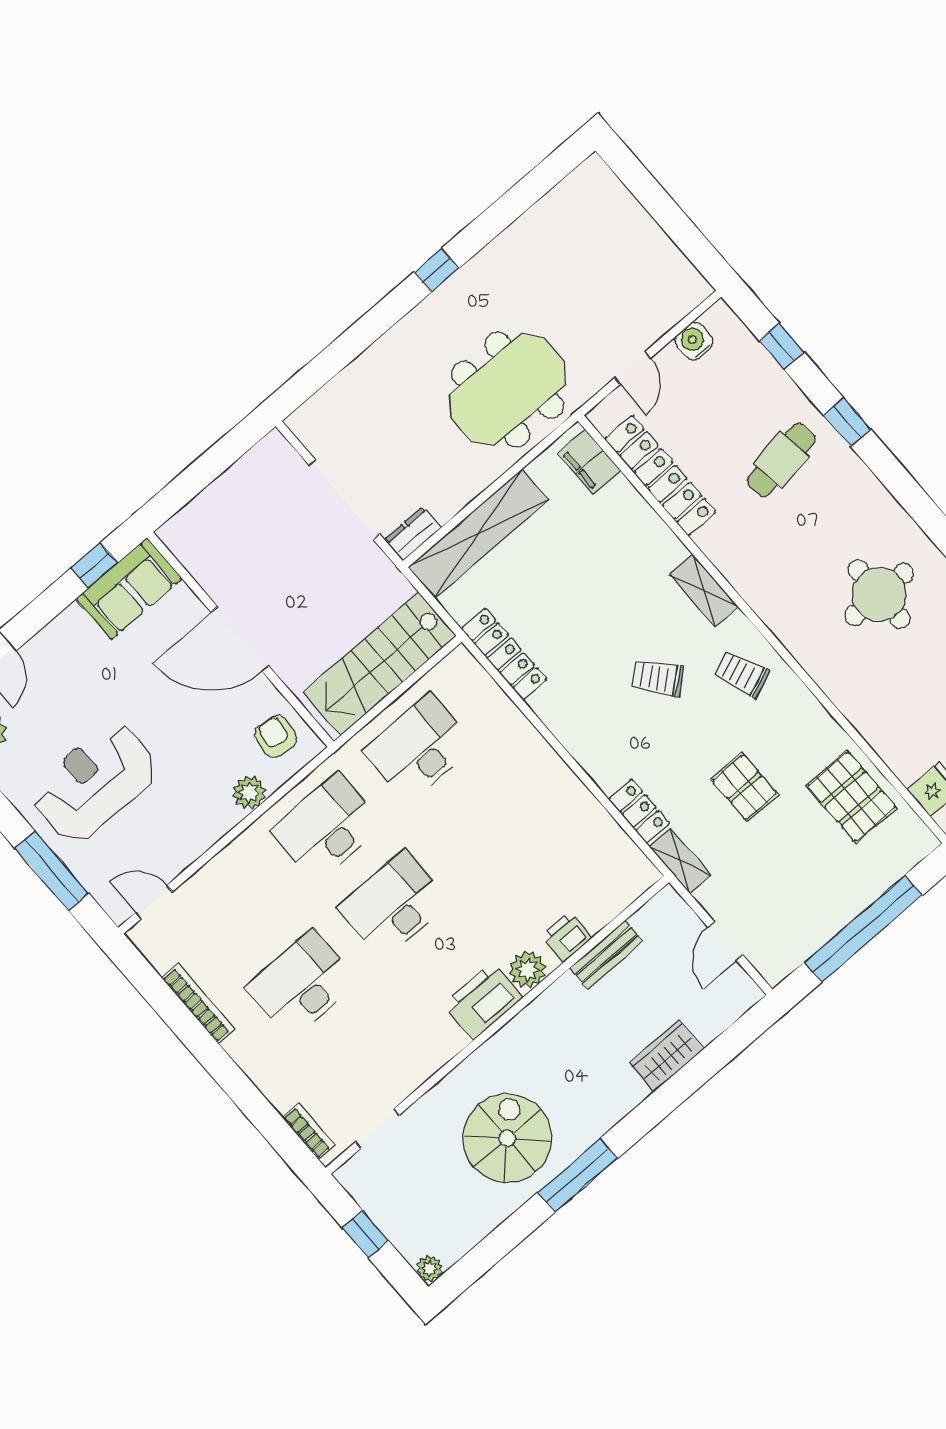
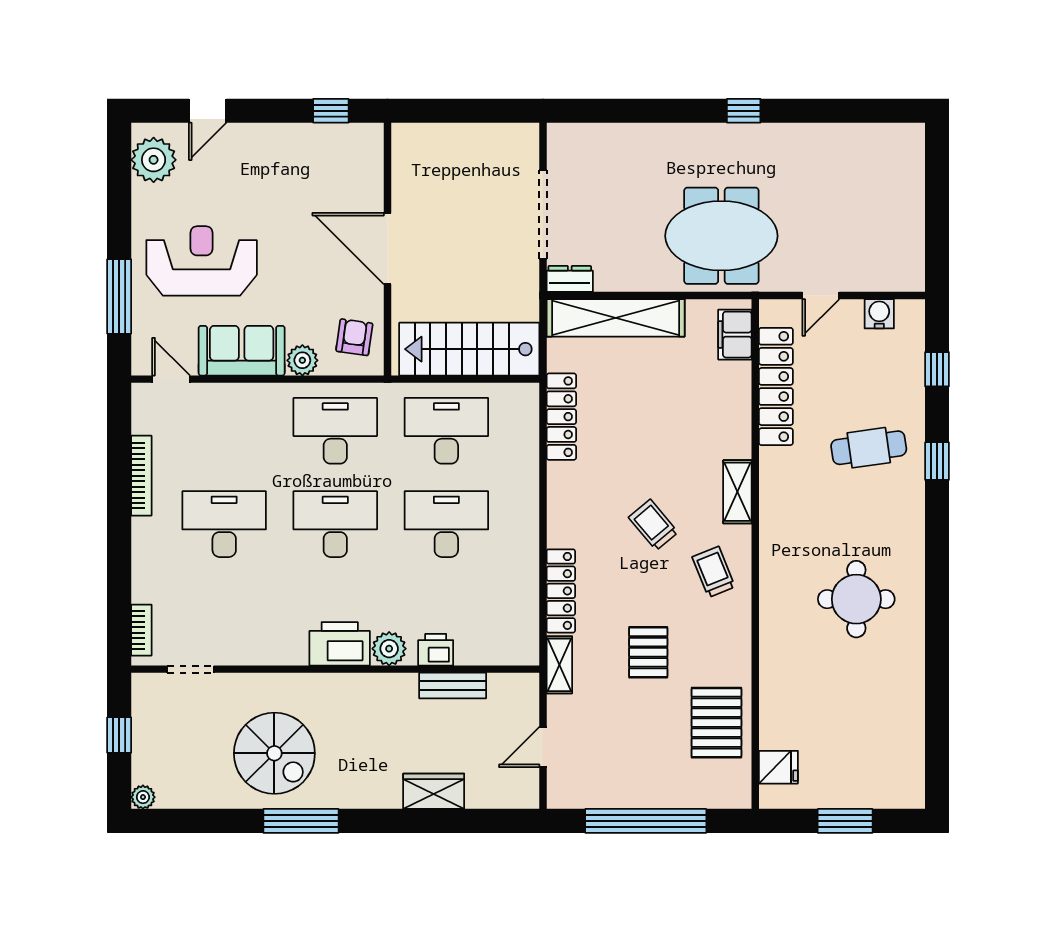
sofa: (129, 589) -> (242, 351), moved, turned 180
locker: (639, 811) -> (561, 591), width x1.53
desk: (486, 825) -> (446, 524), added
spiral stairs: (507, 1138) -> (274, 753), turned 90

